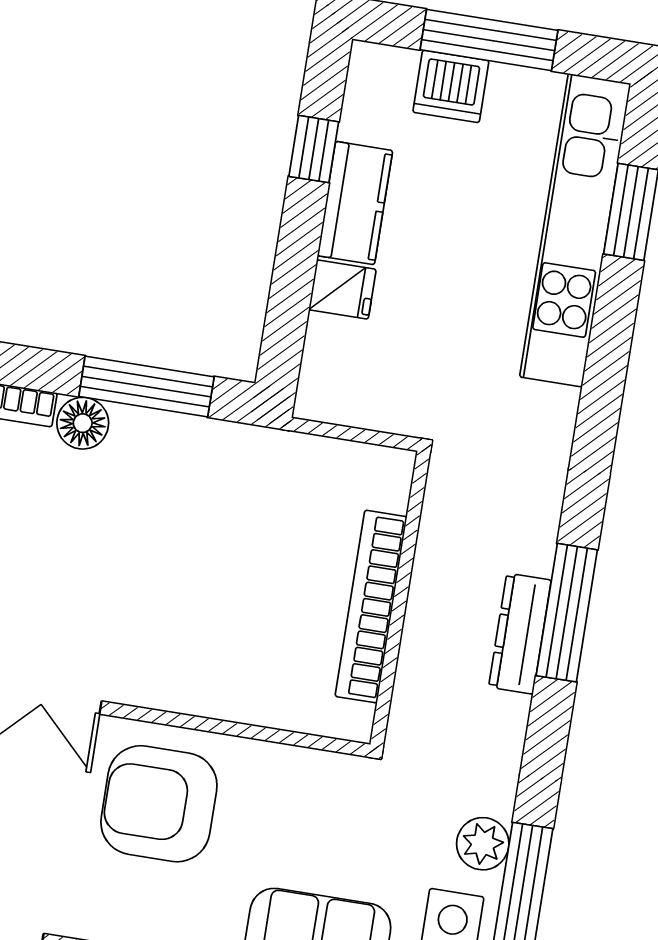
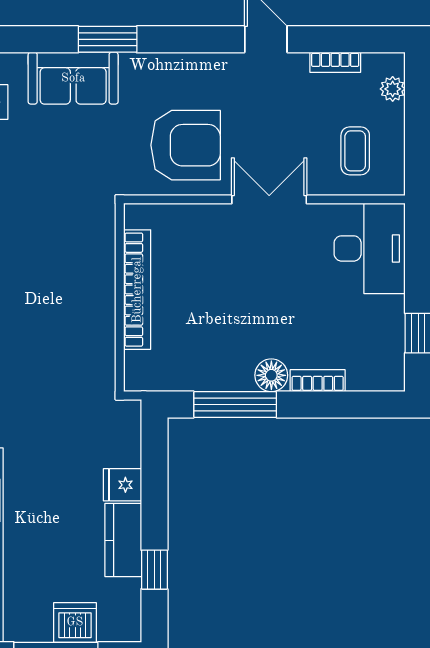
wall: (400, 599) -> (120, 297), moved
bookcase: (371, 607) -> (137, 290), moved

